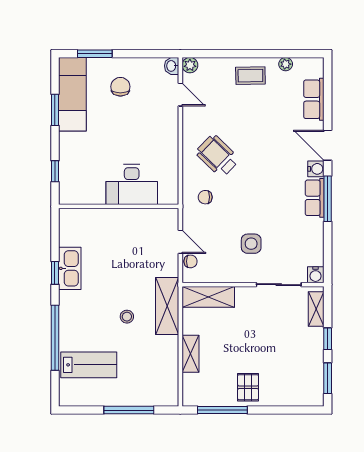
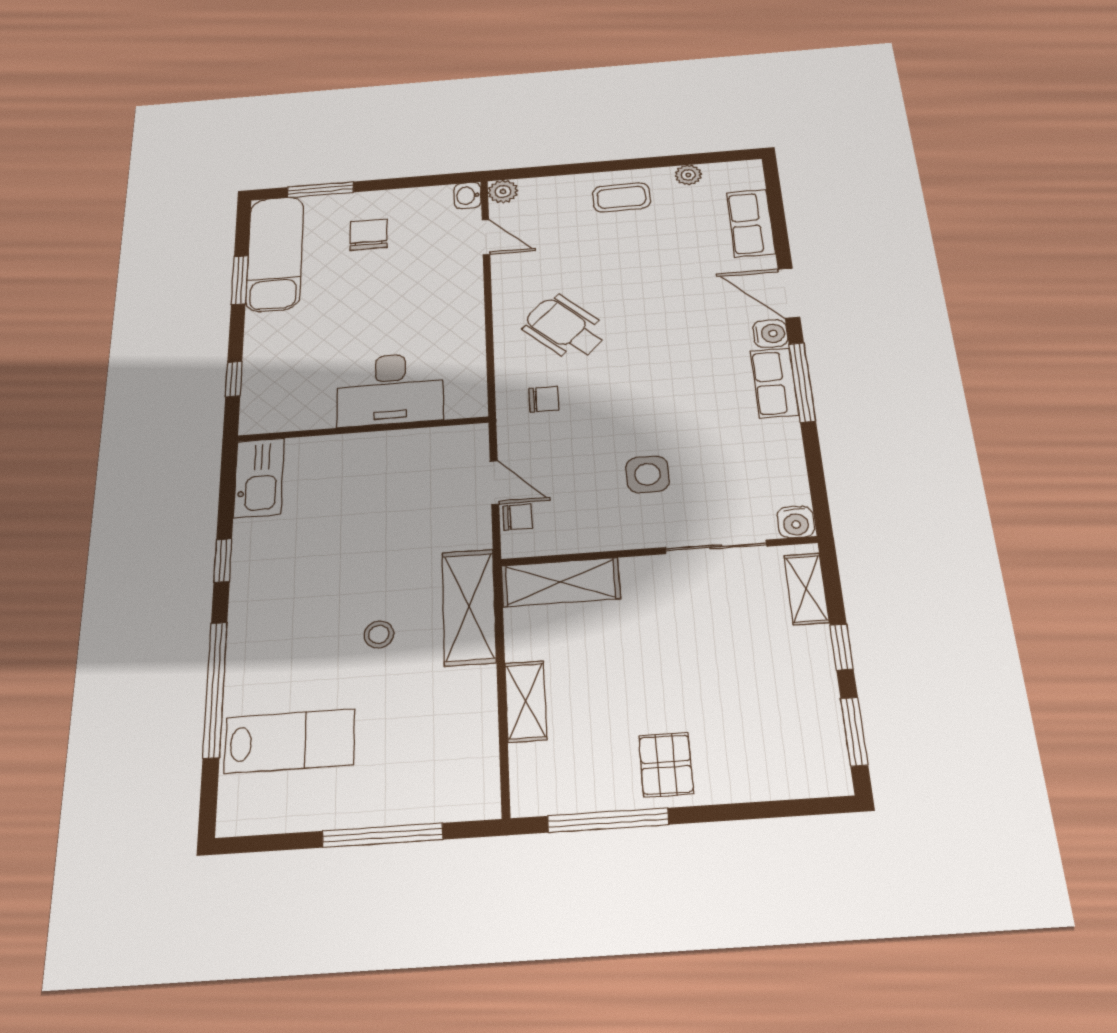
chair: (205, 197) -> (544, 399), turned 180
kitchen sink: (70, 268) -> (259, 478), moved

